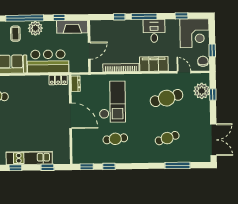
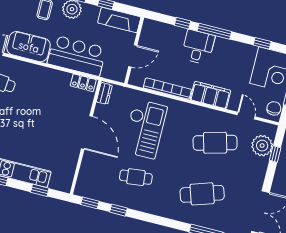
desk: (154, 31) -> (198, 47), moved
cafe table: (167, 138) -> (202, 194), width x1.37, depth x1.35

